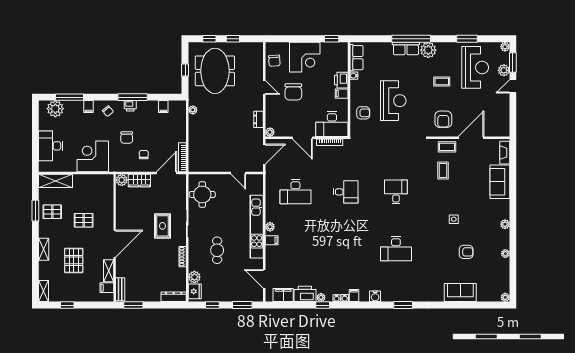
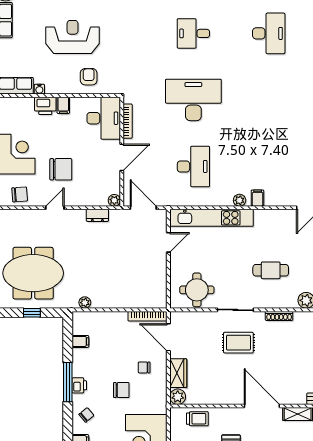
desk: (346, 192) -> (193, 100), width x1.87, depth x1.30
trolley: (105, 195) -> (197, 419), added
kitchen unit: (257, 227) -> (212, 218), moved

